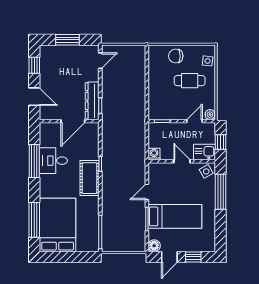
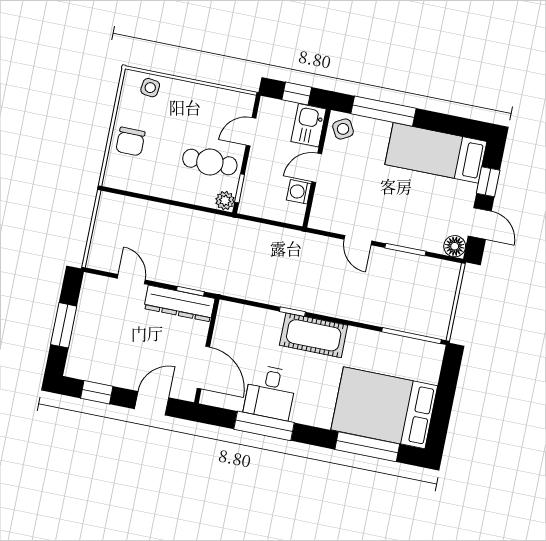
door: (100, 61) -> (131, 279), moved
cafe table: (190, 81) -> (210, 162), moved, turned 90
plant: (210, 115) -> (225, 201), moved
door: (73, 121) -> (203, 368), moved
door: (194, 121) -> (251, 132), hinge flipped
washing machine: (154, 154) -> (299, 192), moved
bed: (175, 216) -> (436, 153), moved, turned -90

